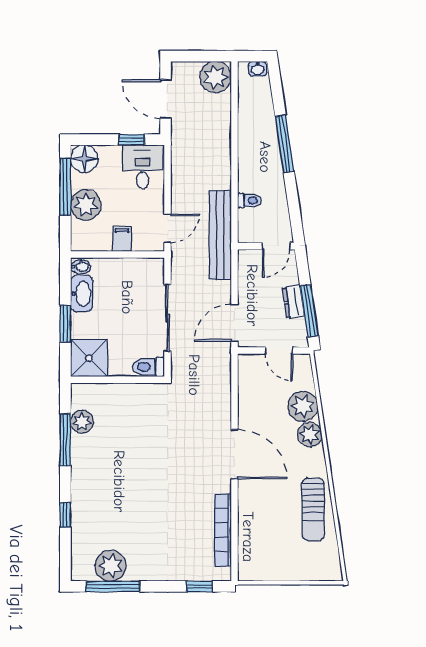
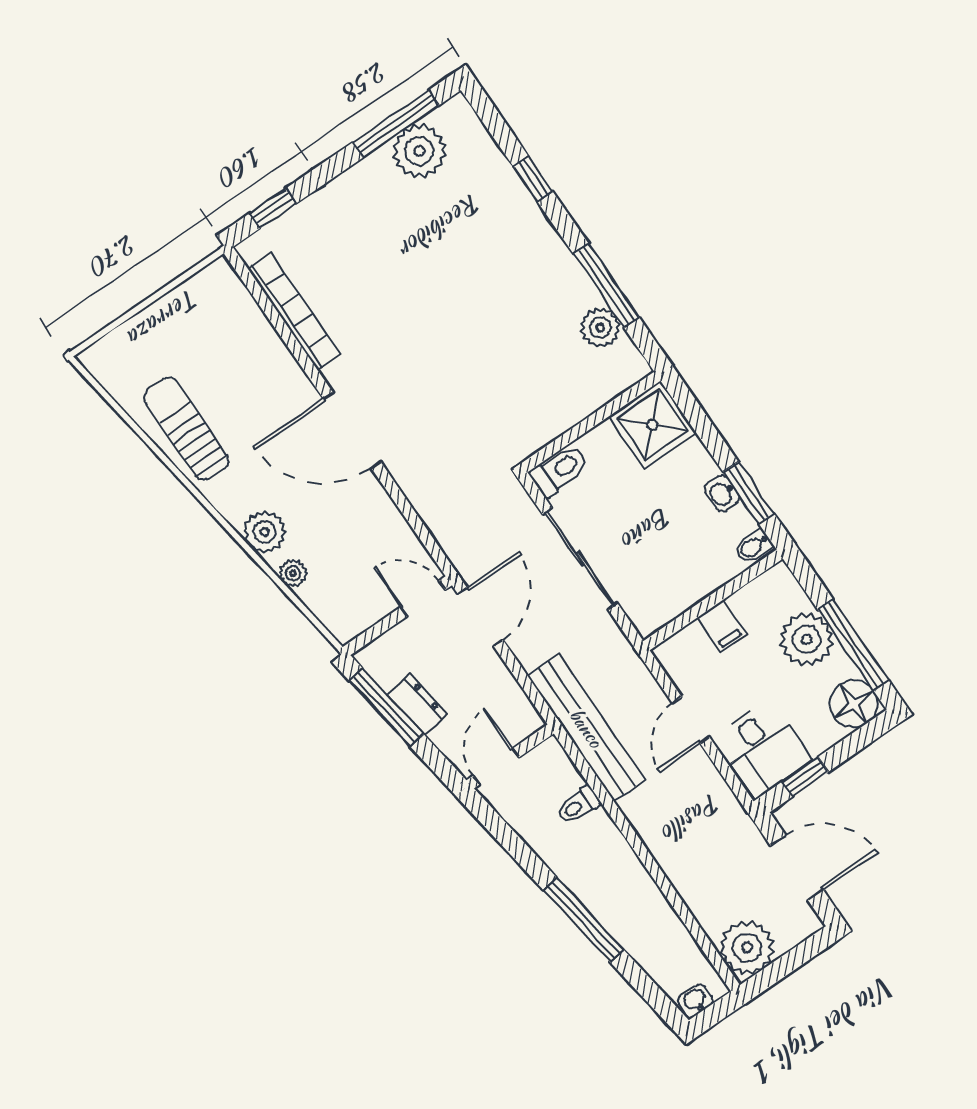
door: (168, 228) -> (691, 720), moved
washbasin: (82, 294) -> (722, 494), width x0.52, depth x0.69
window: (65, 324) -> (749, 493), moved
door: (279, 351) -> (423, 599), moved
plant: (303, 406) -> (293, 573), width x0.53, depth x0.53

